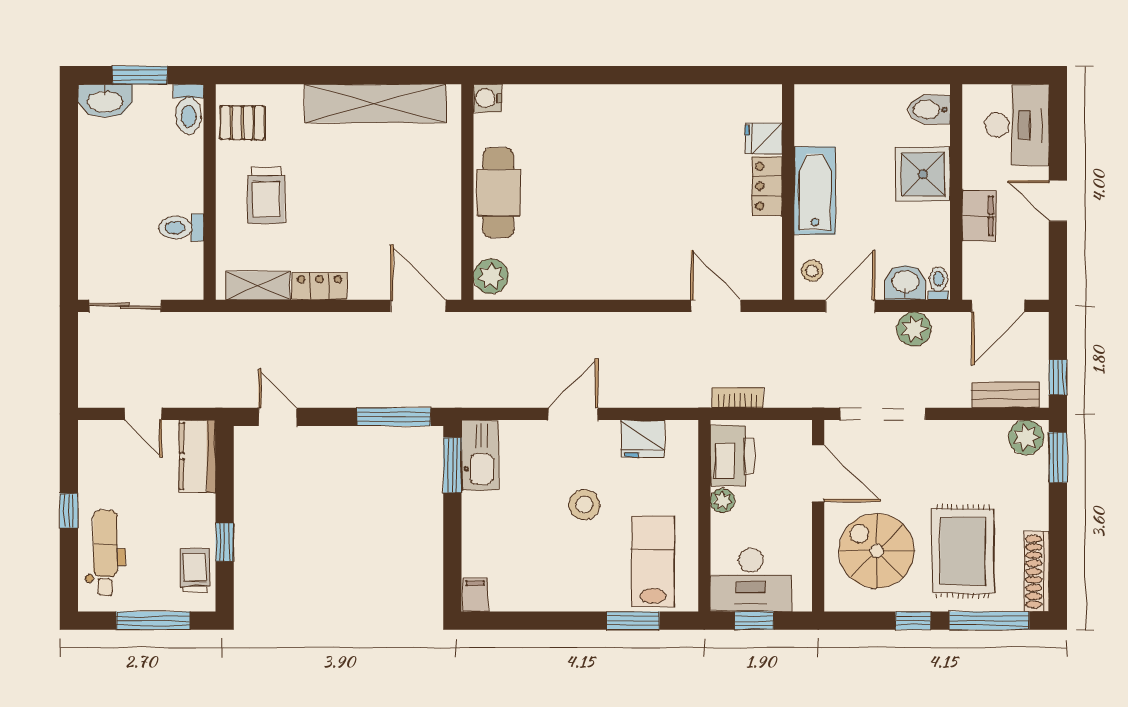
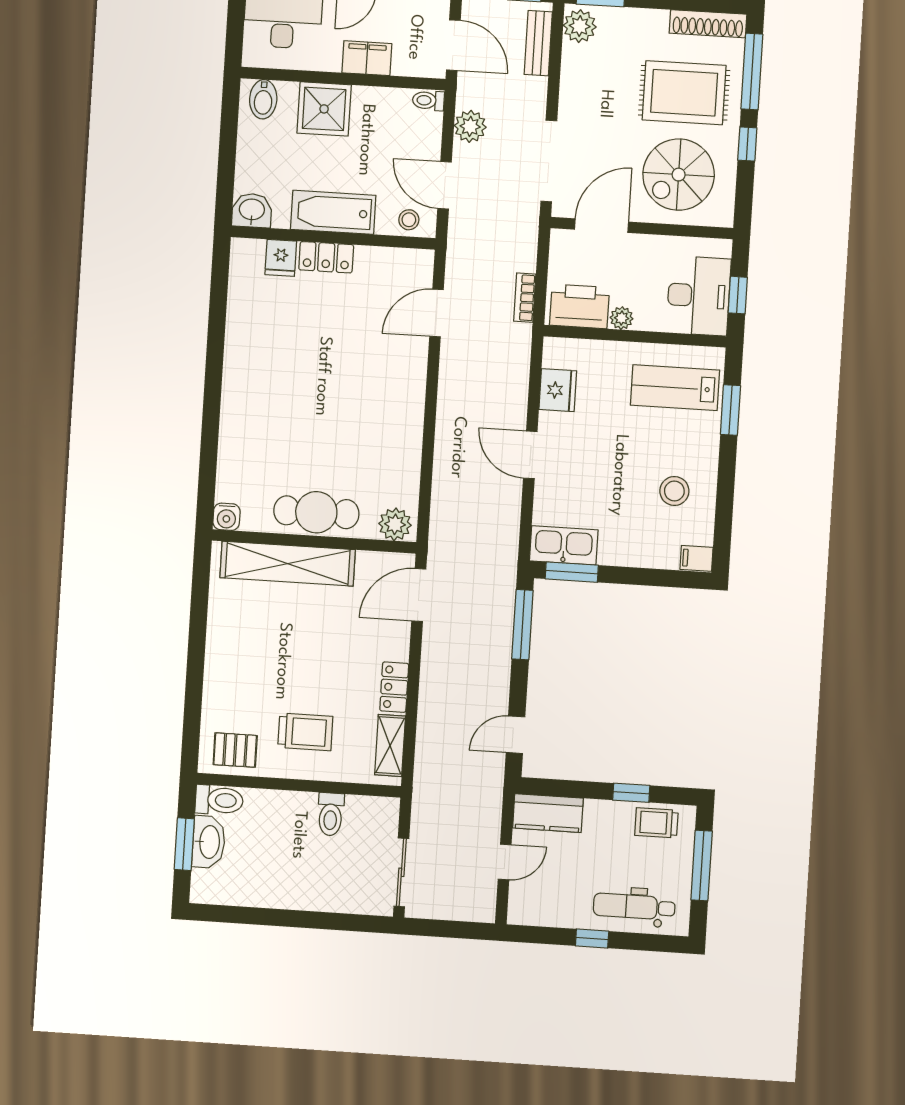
washbasin: (105, 101) -> (209, 842), moved
shelving: (375, 103) -> (288, 564), moved, turned 90
pallet: (242, 123) -> (235, 750), turned 90
washbasin: (905, 283) -> (252, 210), moved, turned 90
stool: (584, 505) -> (674, 491), moved

